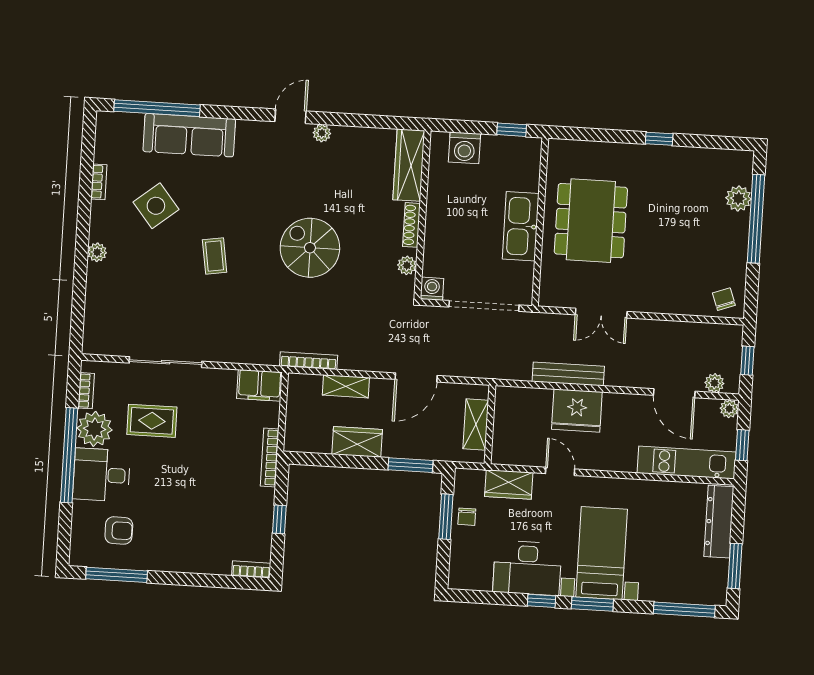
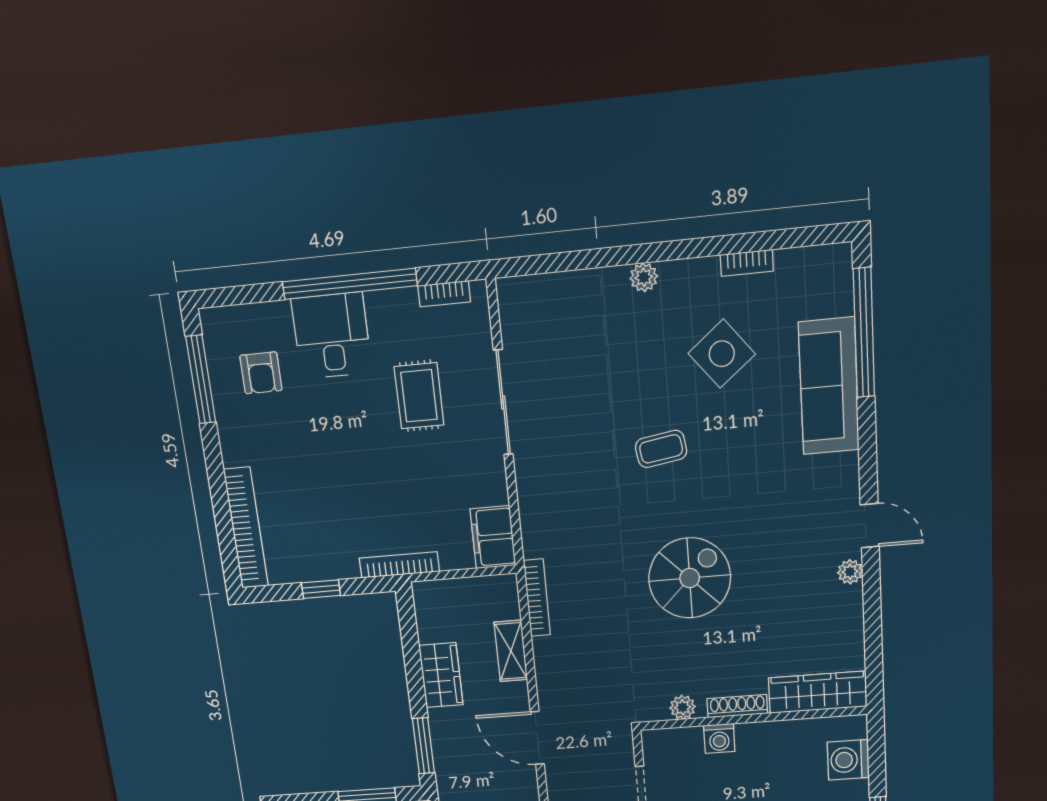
washing machine: (432, 289) -> (719, 738), moved, turned 90
plant: (95, 429) -> (393, 315), removed
bookcase: (251, 569) -> (246, 528), width x2.31, depth x1.31

